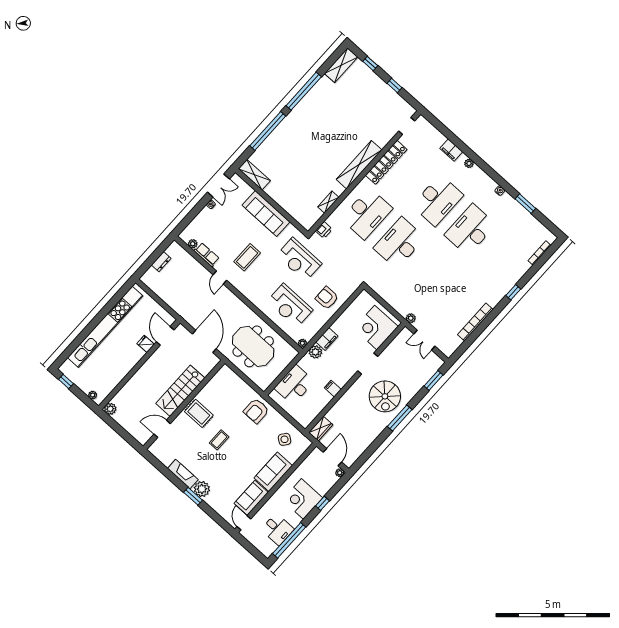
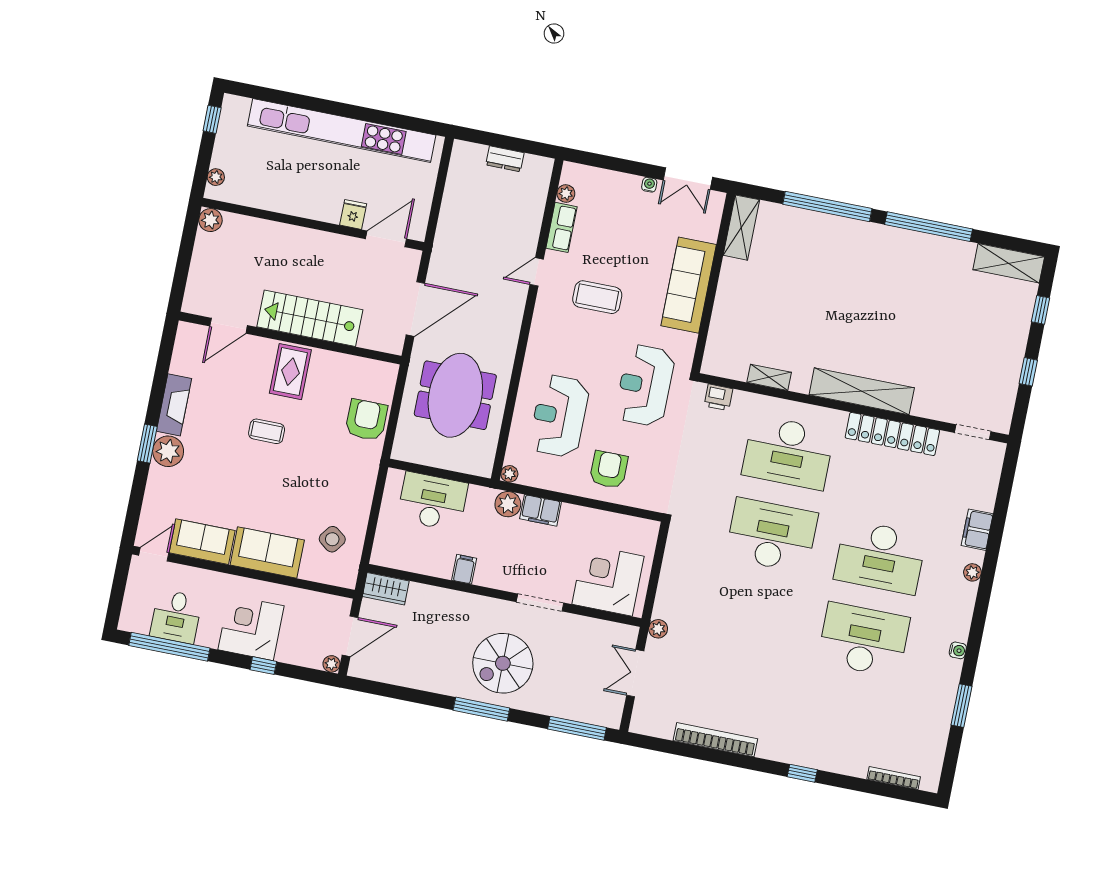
window: (433, 381) -> (577, 728), width x1.44
armchair: (256, 411) -> (366, 420), moved, turned 90
door: (162, 429) -> (229, 326), swing flipped

